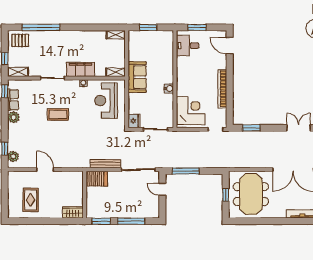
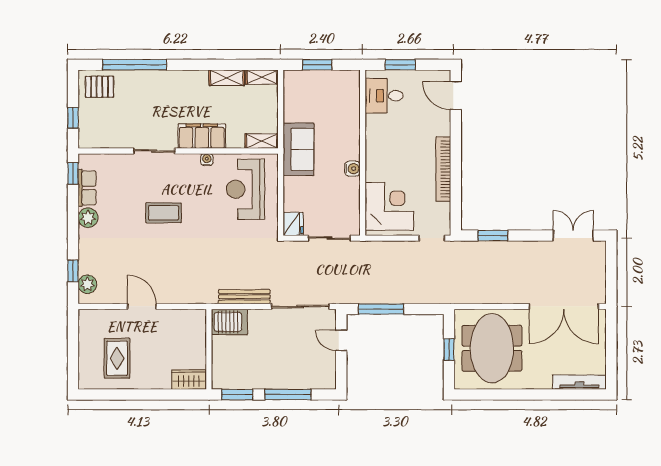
shelving: (18, 72) -> (227, 78), moved

